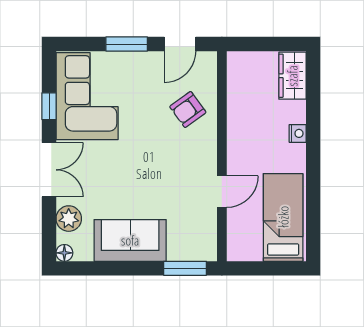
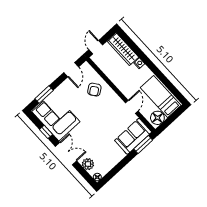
window: (127, 44) -> (44, 95), moved
door: (252, 44) -> (96, 47), added
wardrobe: (292, 76) -> (123, 49), width x1.50
sofa: (130, 240) -> (133, 136), moved
floor lamp: (247, 247) -> (157, 118), added

